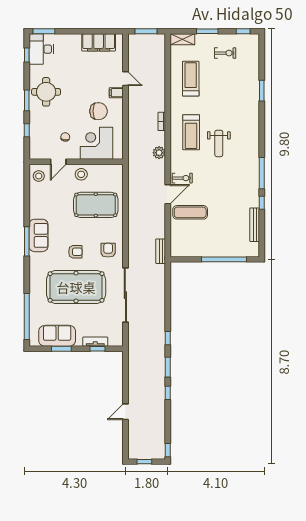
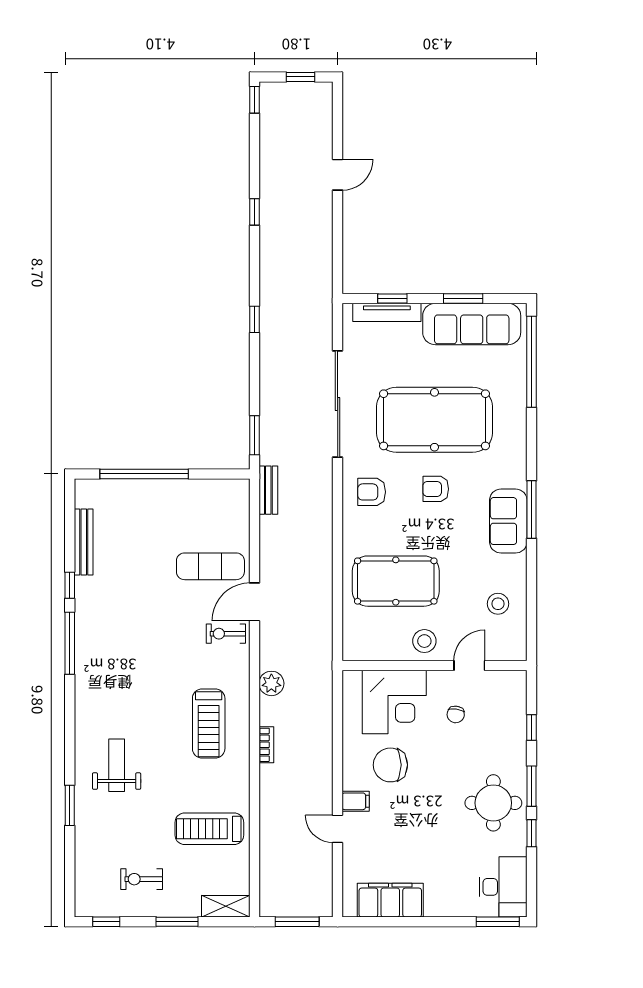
window: (27, 55) -> (531, 833), moved
treadmill: (191, 79) -> (209, 829), turned 90
treadmill: (191, 132) -> (209, 723), turned 180
weight bench: (219, 143) -> (117, 765), moved
stool: (39, 176) -> (498, 604), moved
armchair: (108, 250) -> (372, 492), turned 90
sofa: (57, 336) -> (472, 324), width x1.36
tv unit: (95, 342) -> (387, 312), width x1.41
window: (168, 367) -> (254, 435), moved

